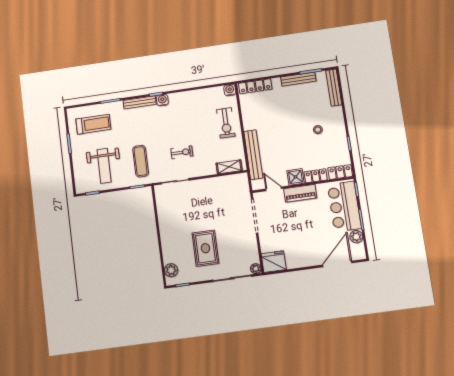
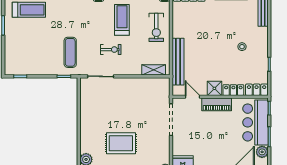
treadmill: (189, 120) -> (122, 20), added
weight bench: (104, 166) -> (35, 52), removed
rug: (205, 248) -> (121, 143), turned 90

